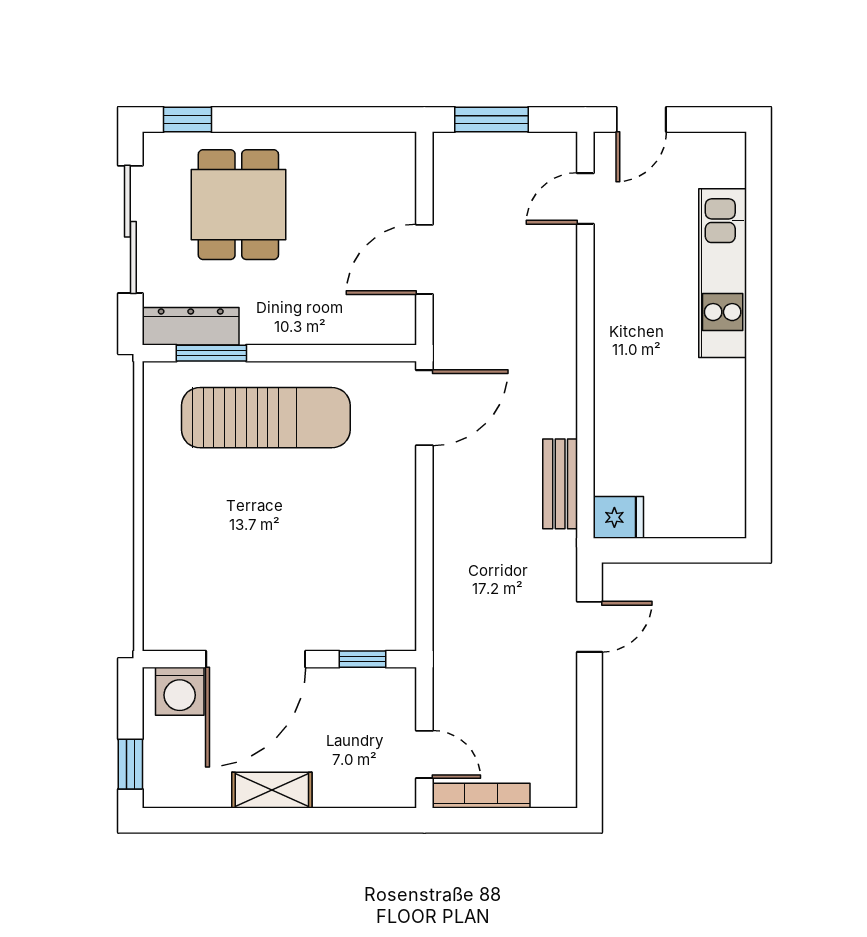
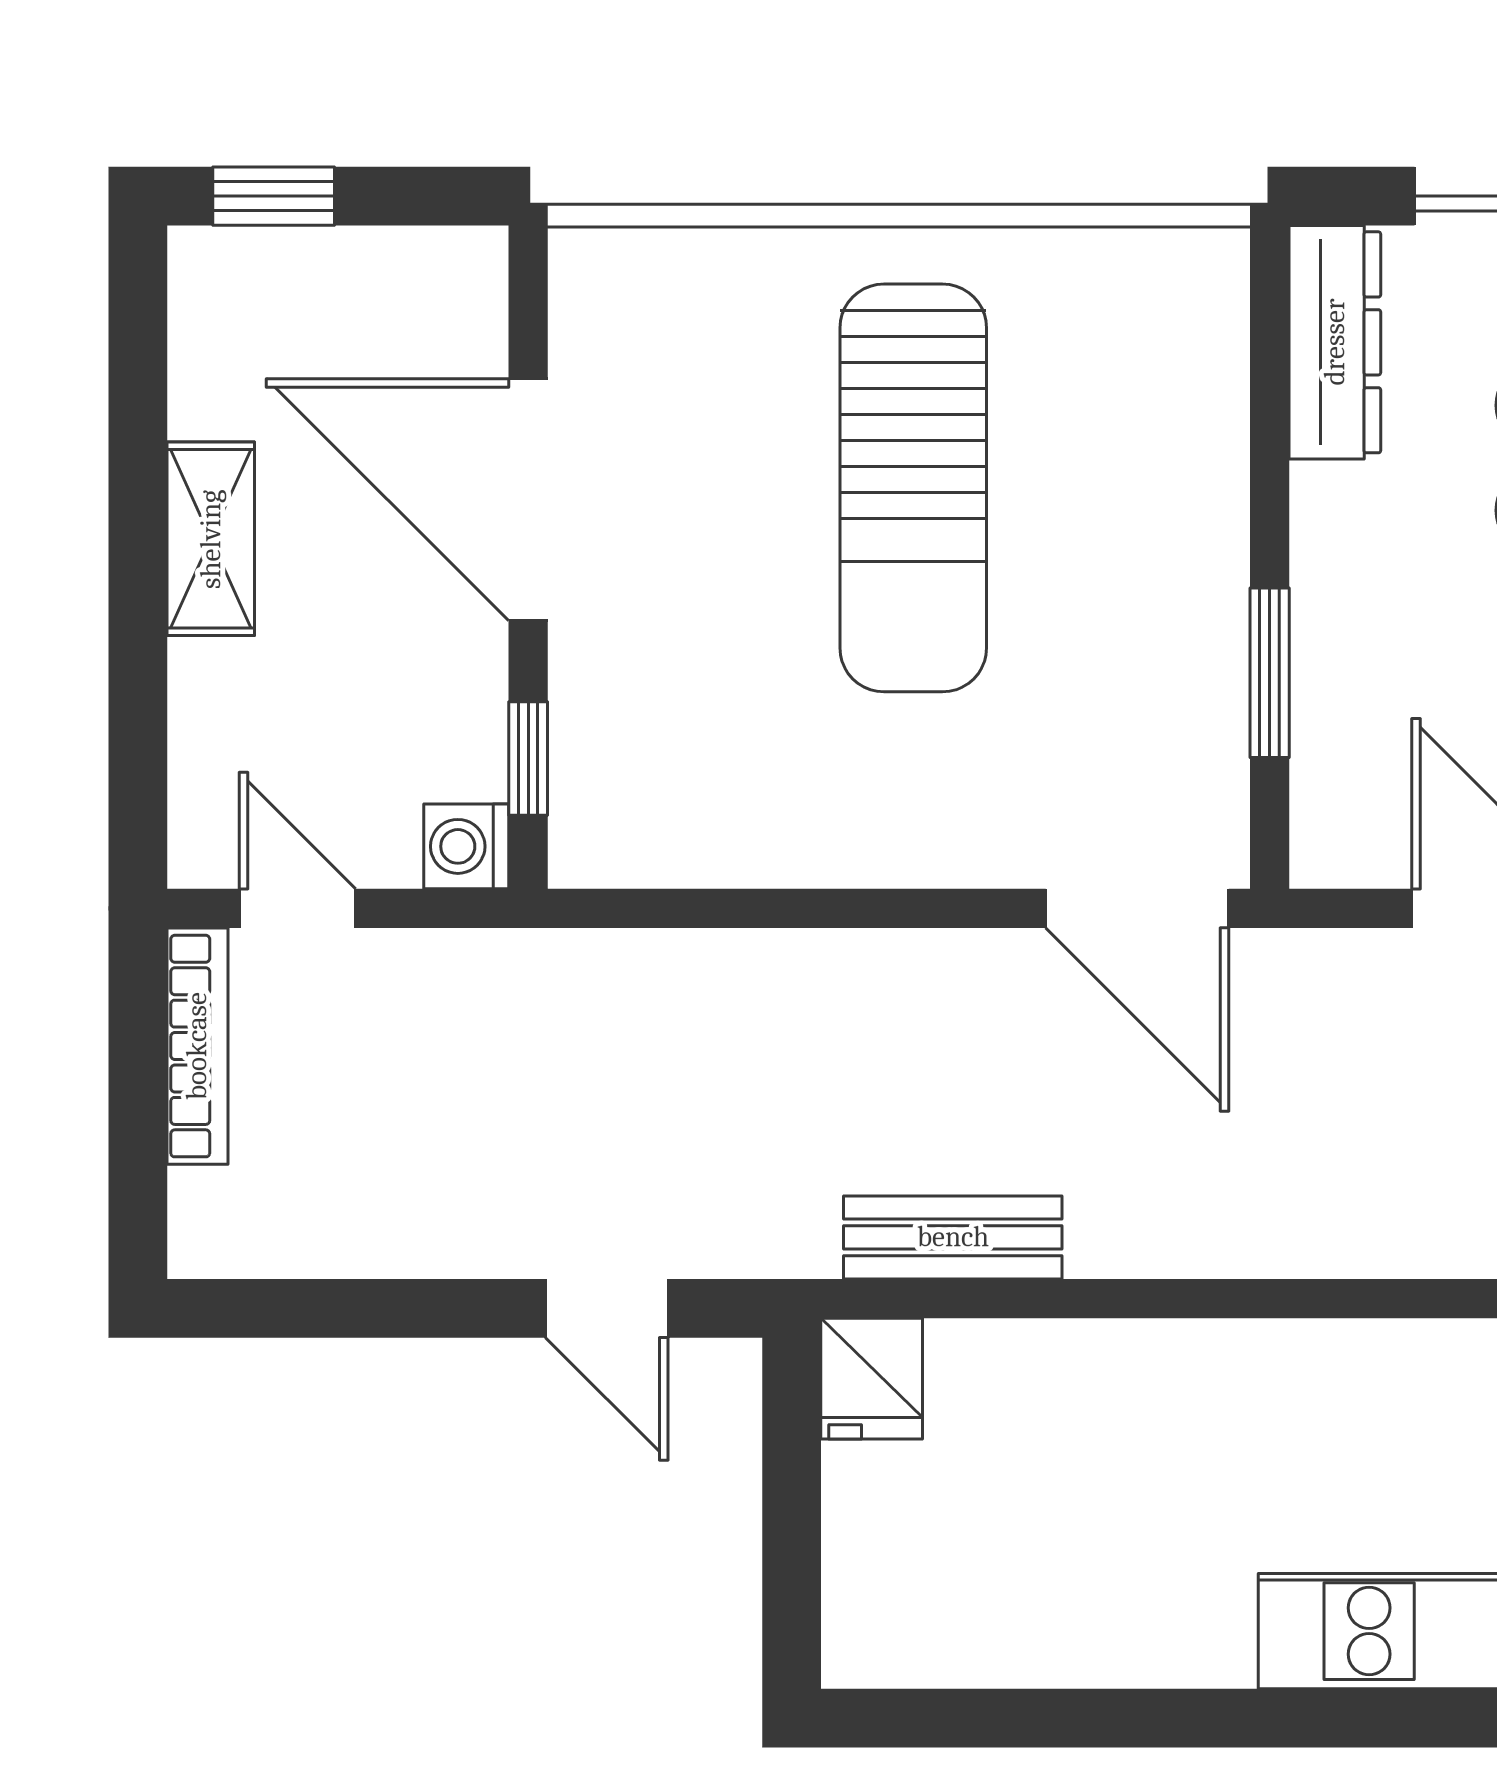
window: (211, 353) -> (1270, 673), moved
sun lounger: (266, 418) -> (913, 488), moved
washing machine: (180, 691) -> (466, 846), moved, width x0.73, depth x0.73
door: (424, 754) -> (297, 908), swing flipped

